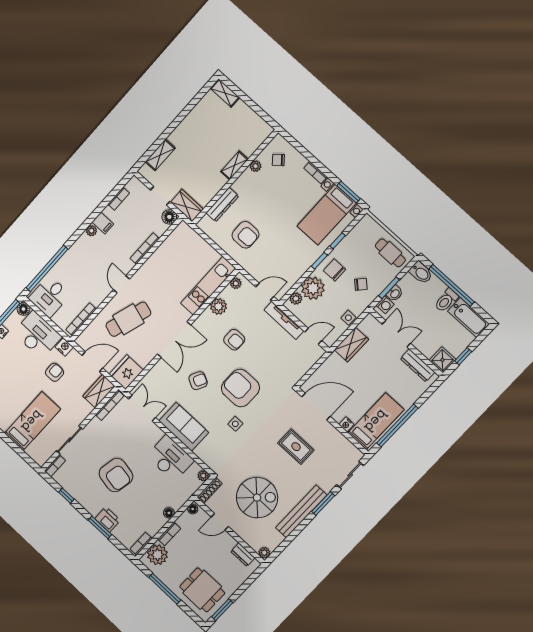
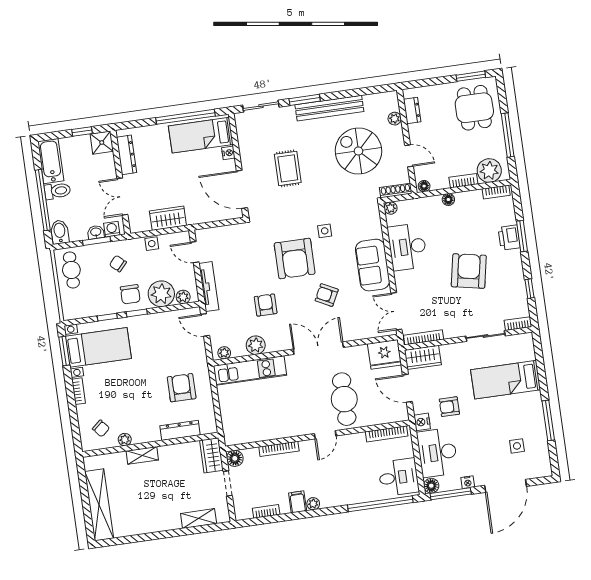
shelving: (225, 93) -> (99, 505), width x2.20, depth x1.33
cafe table: (128, 319) -> (344, 399), turned 73
plant: (264, 553) -> (395, 119), moved

